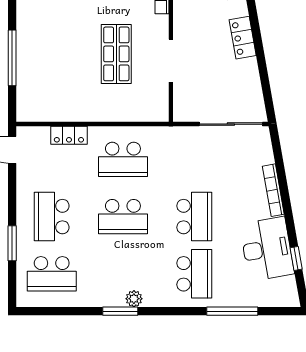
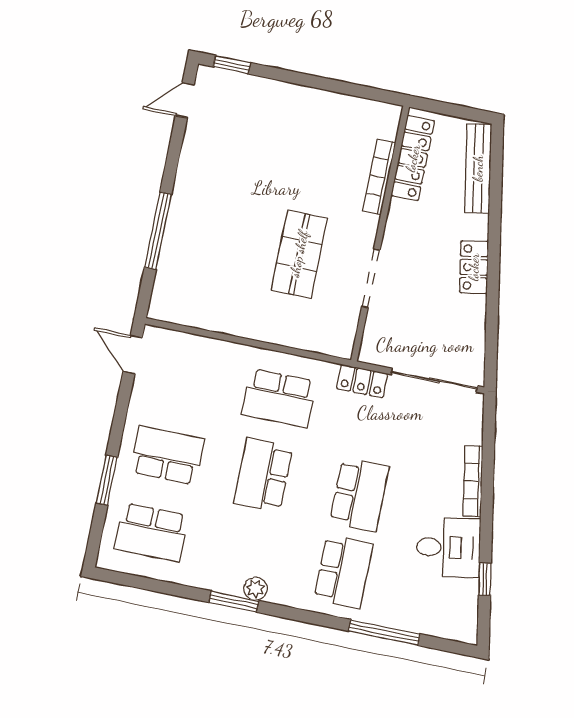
locker: (69, 135) -> (362, 381), moved
school desk: (52, 217) -> (167, 455), turned 90
school desk: (123, 217) -> (263, 475), turned 90
desk: (267, 249) -> (448, 547), width x0.73

